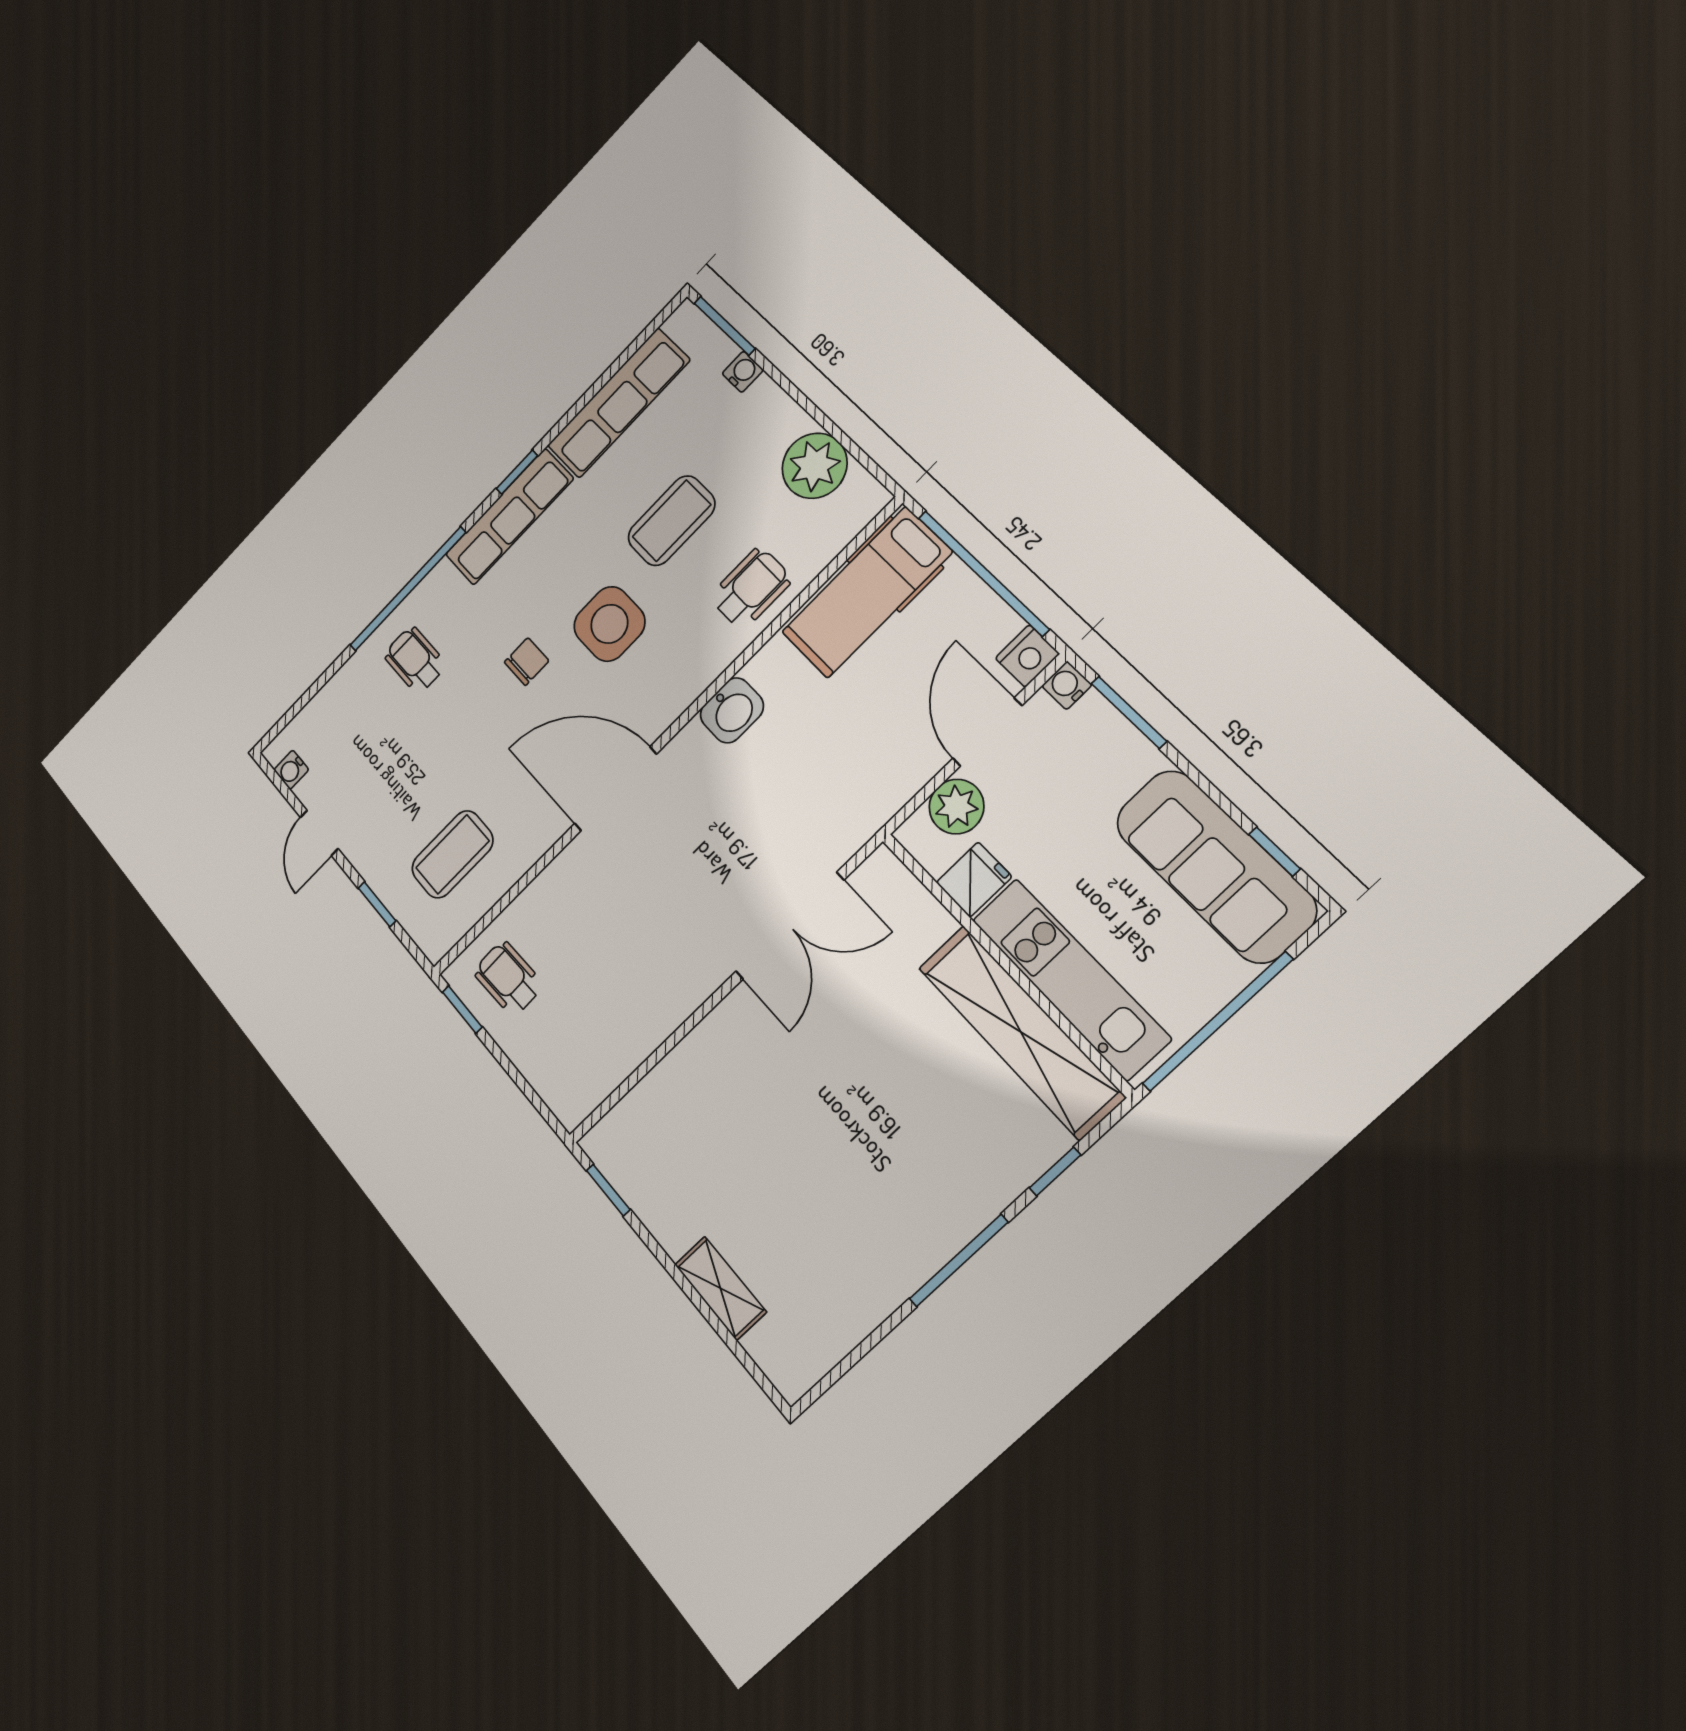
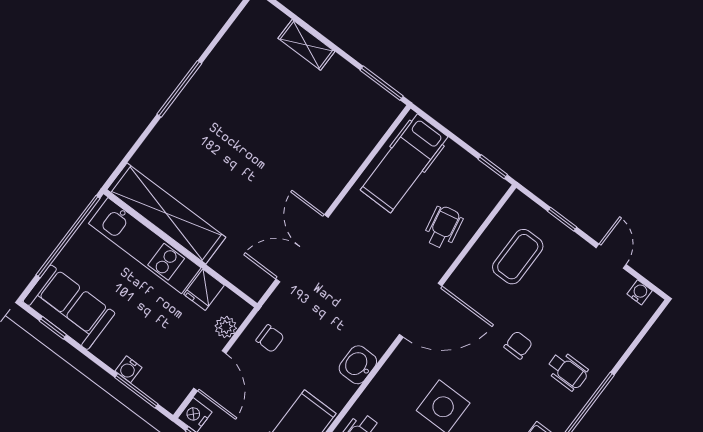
chair: (527, 662) -> (518, 345), moved, turned 180
water cooler: (1067, 685) -> (128, 369), moved, turned 90
chair: (871, 775) -> (270, 339), added
plant: (956, 807) -> (226, 327), width x0.73, depth x0.73
sofa: (1215, 866) -> (69, 307), width x0.73
wheelchair: (508, 978) -> (443, 227), moved, turned -99
hospital bed: (597, 1043) -> (404, 163), added
window: (1055, 1171) -> (137, 145), removed
window: (608, 1190) -> (382, 83), width x1.50

